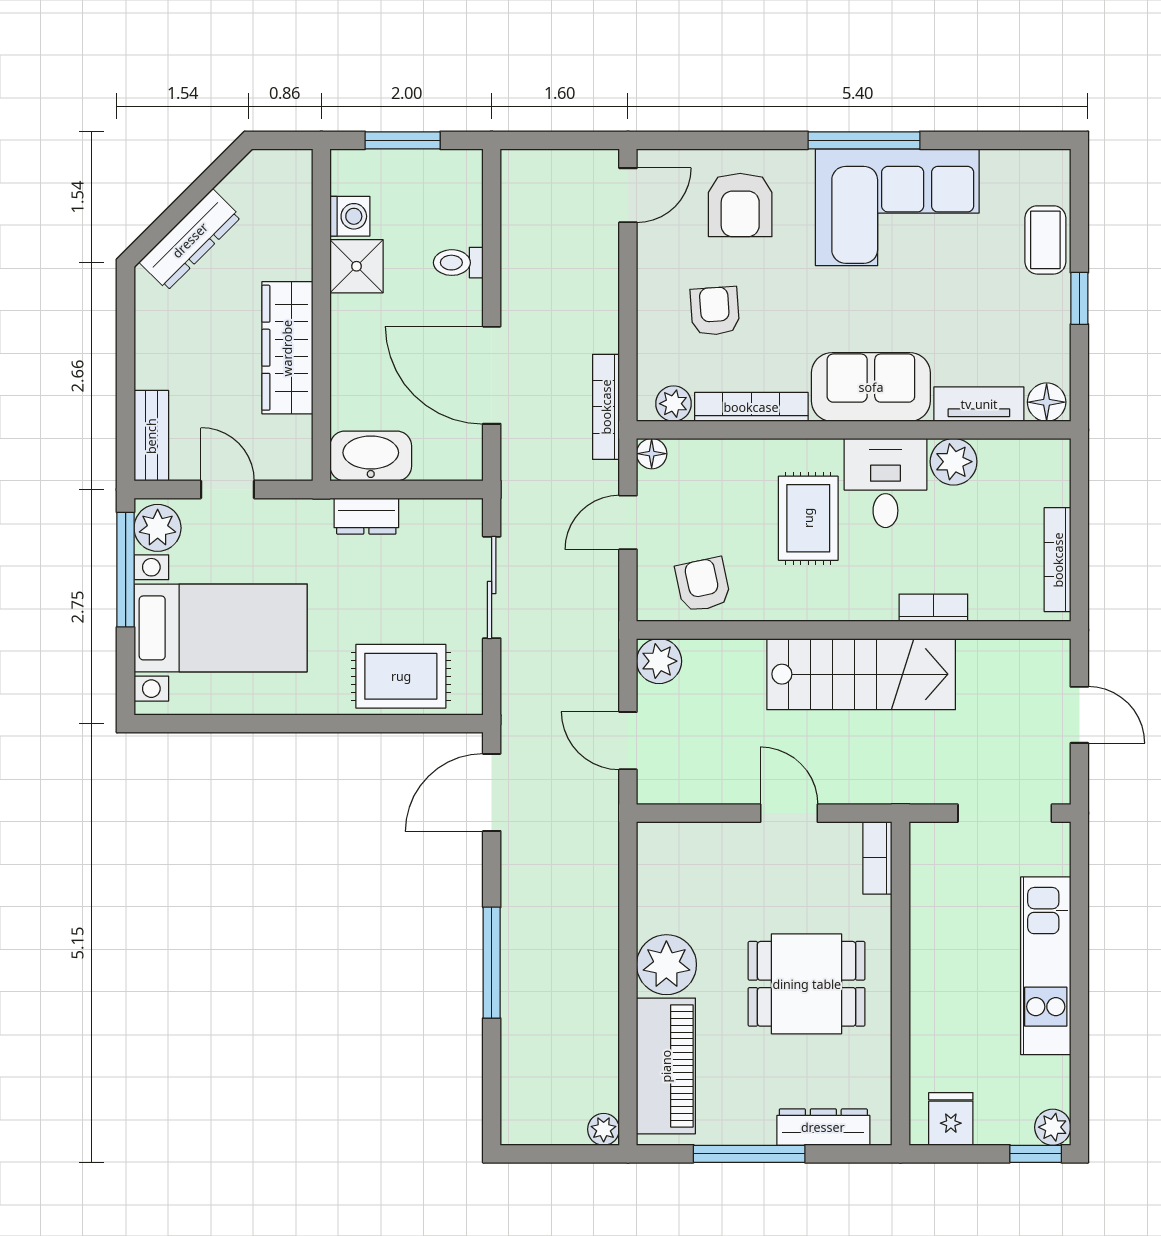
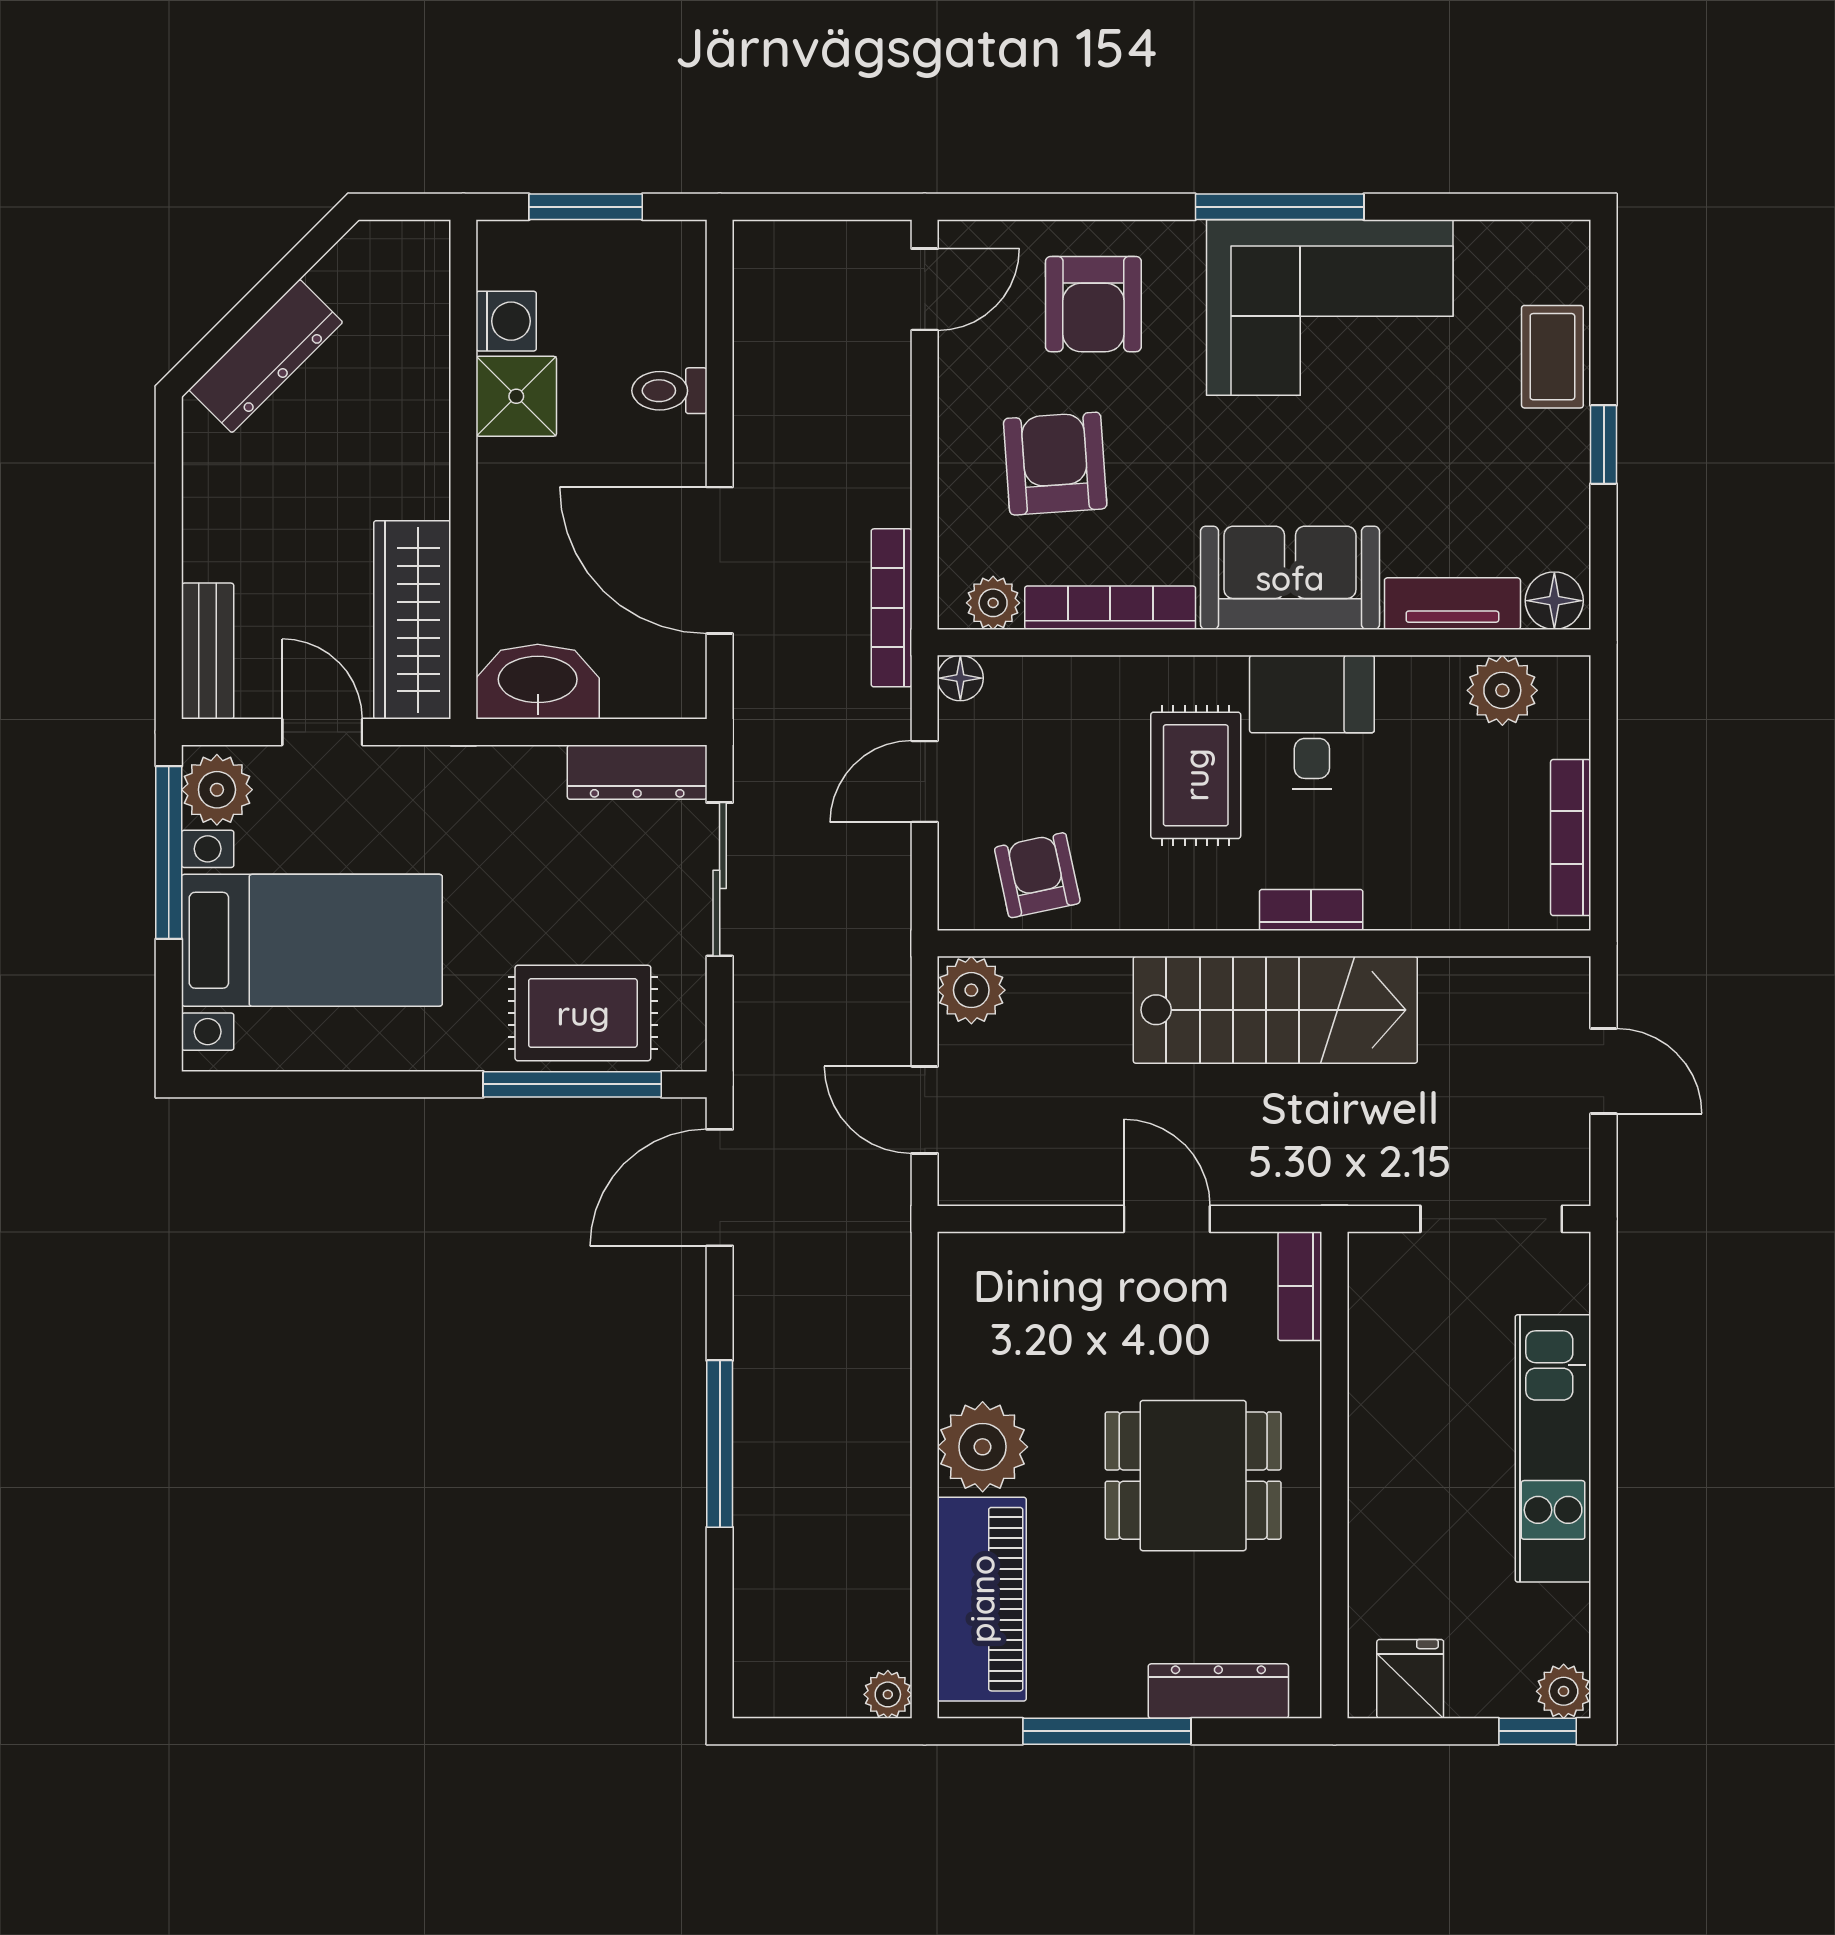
armchair: (715, 311) -> (1055, 464), width x1.38, depth x1.38
wardrobe: (287, 348) -> (412, 620), moved
plant: (954, 462) -> (1502, 690), moved
dresser: (366, 516) -> (637, 772), moved, width x1.44
bookcase: (933, 608) -> (1311, 910), moved
window: (394, 724) -> (572, 1084), added

